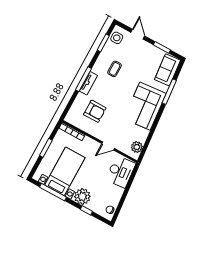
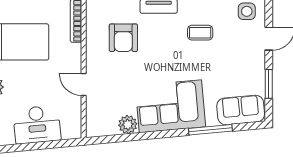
plant: (137, 147) -> (128, 125), moved
desk: (121, 172) -> (37, 125), moved

